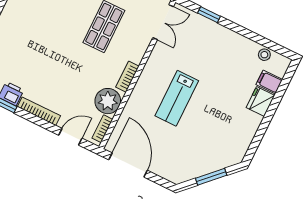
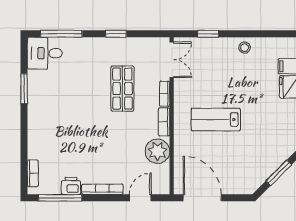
stool: (264, 55) -> (245, 48), moved
lab bench: (177, 98) -> (216, 120), turned 90
bookcase: (102, 129) -> (165, 94), moved

